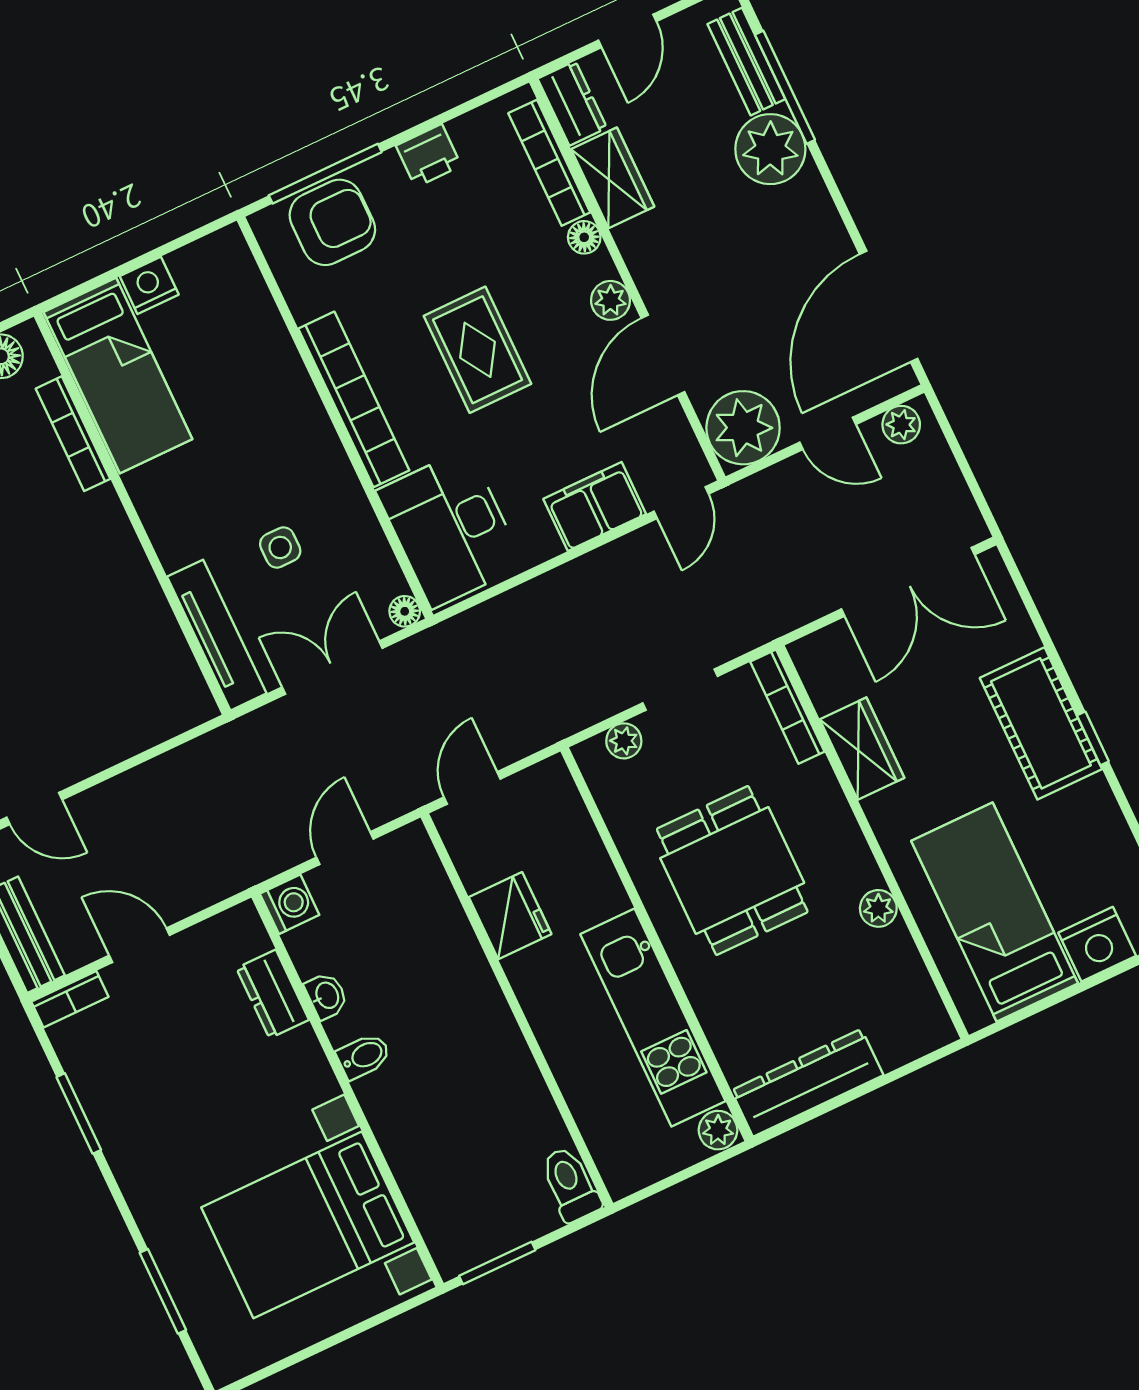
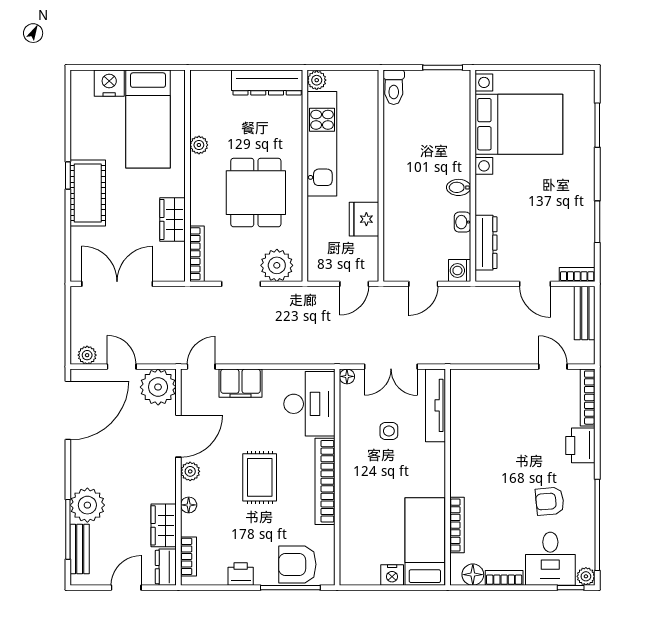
bookcase: (549, 163) -> (188, 556), width x0.64
plant: (624, 741) -> (277, 265), width x1.87, depth x1.87
dresser: (273, 994) -> (486, 243), width x1.44

